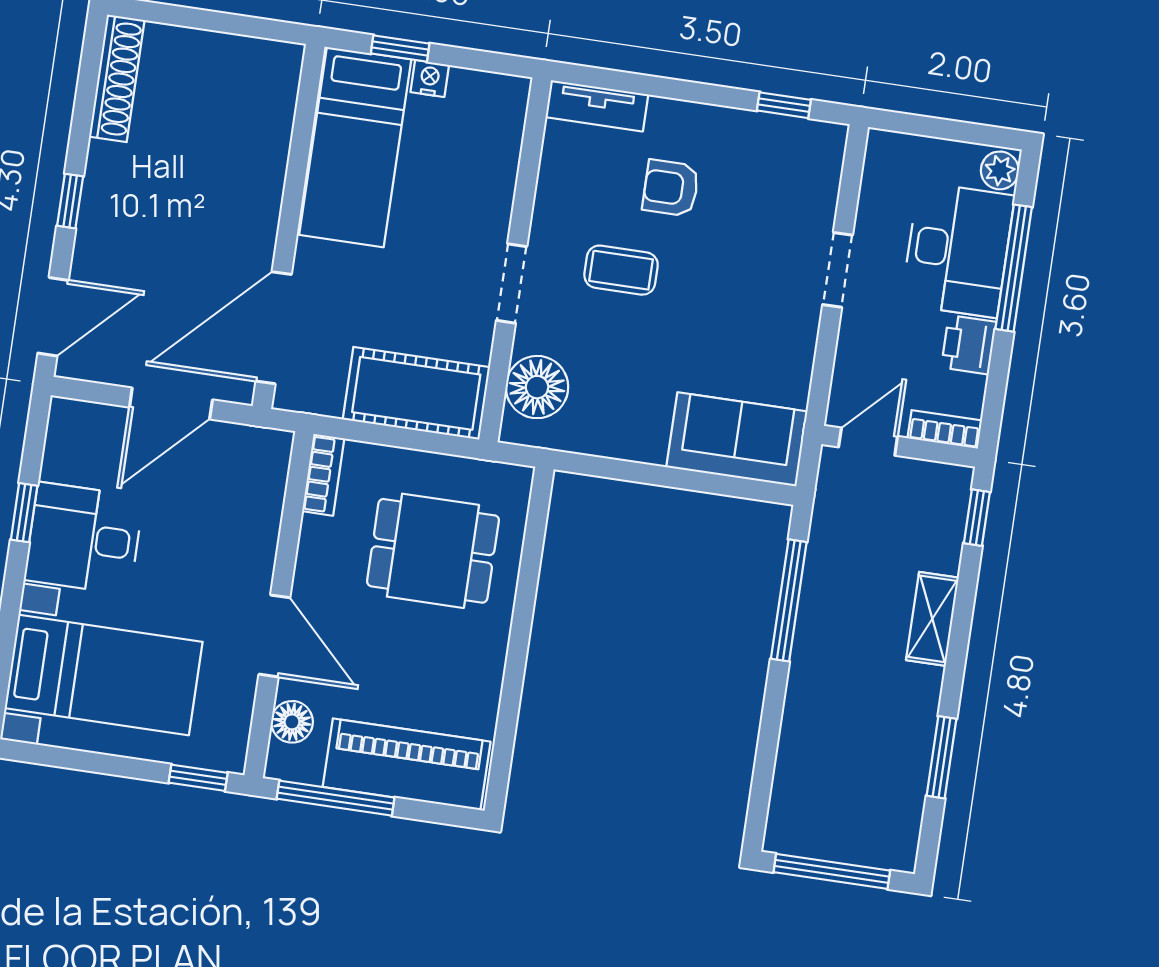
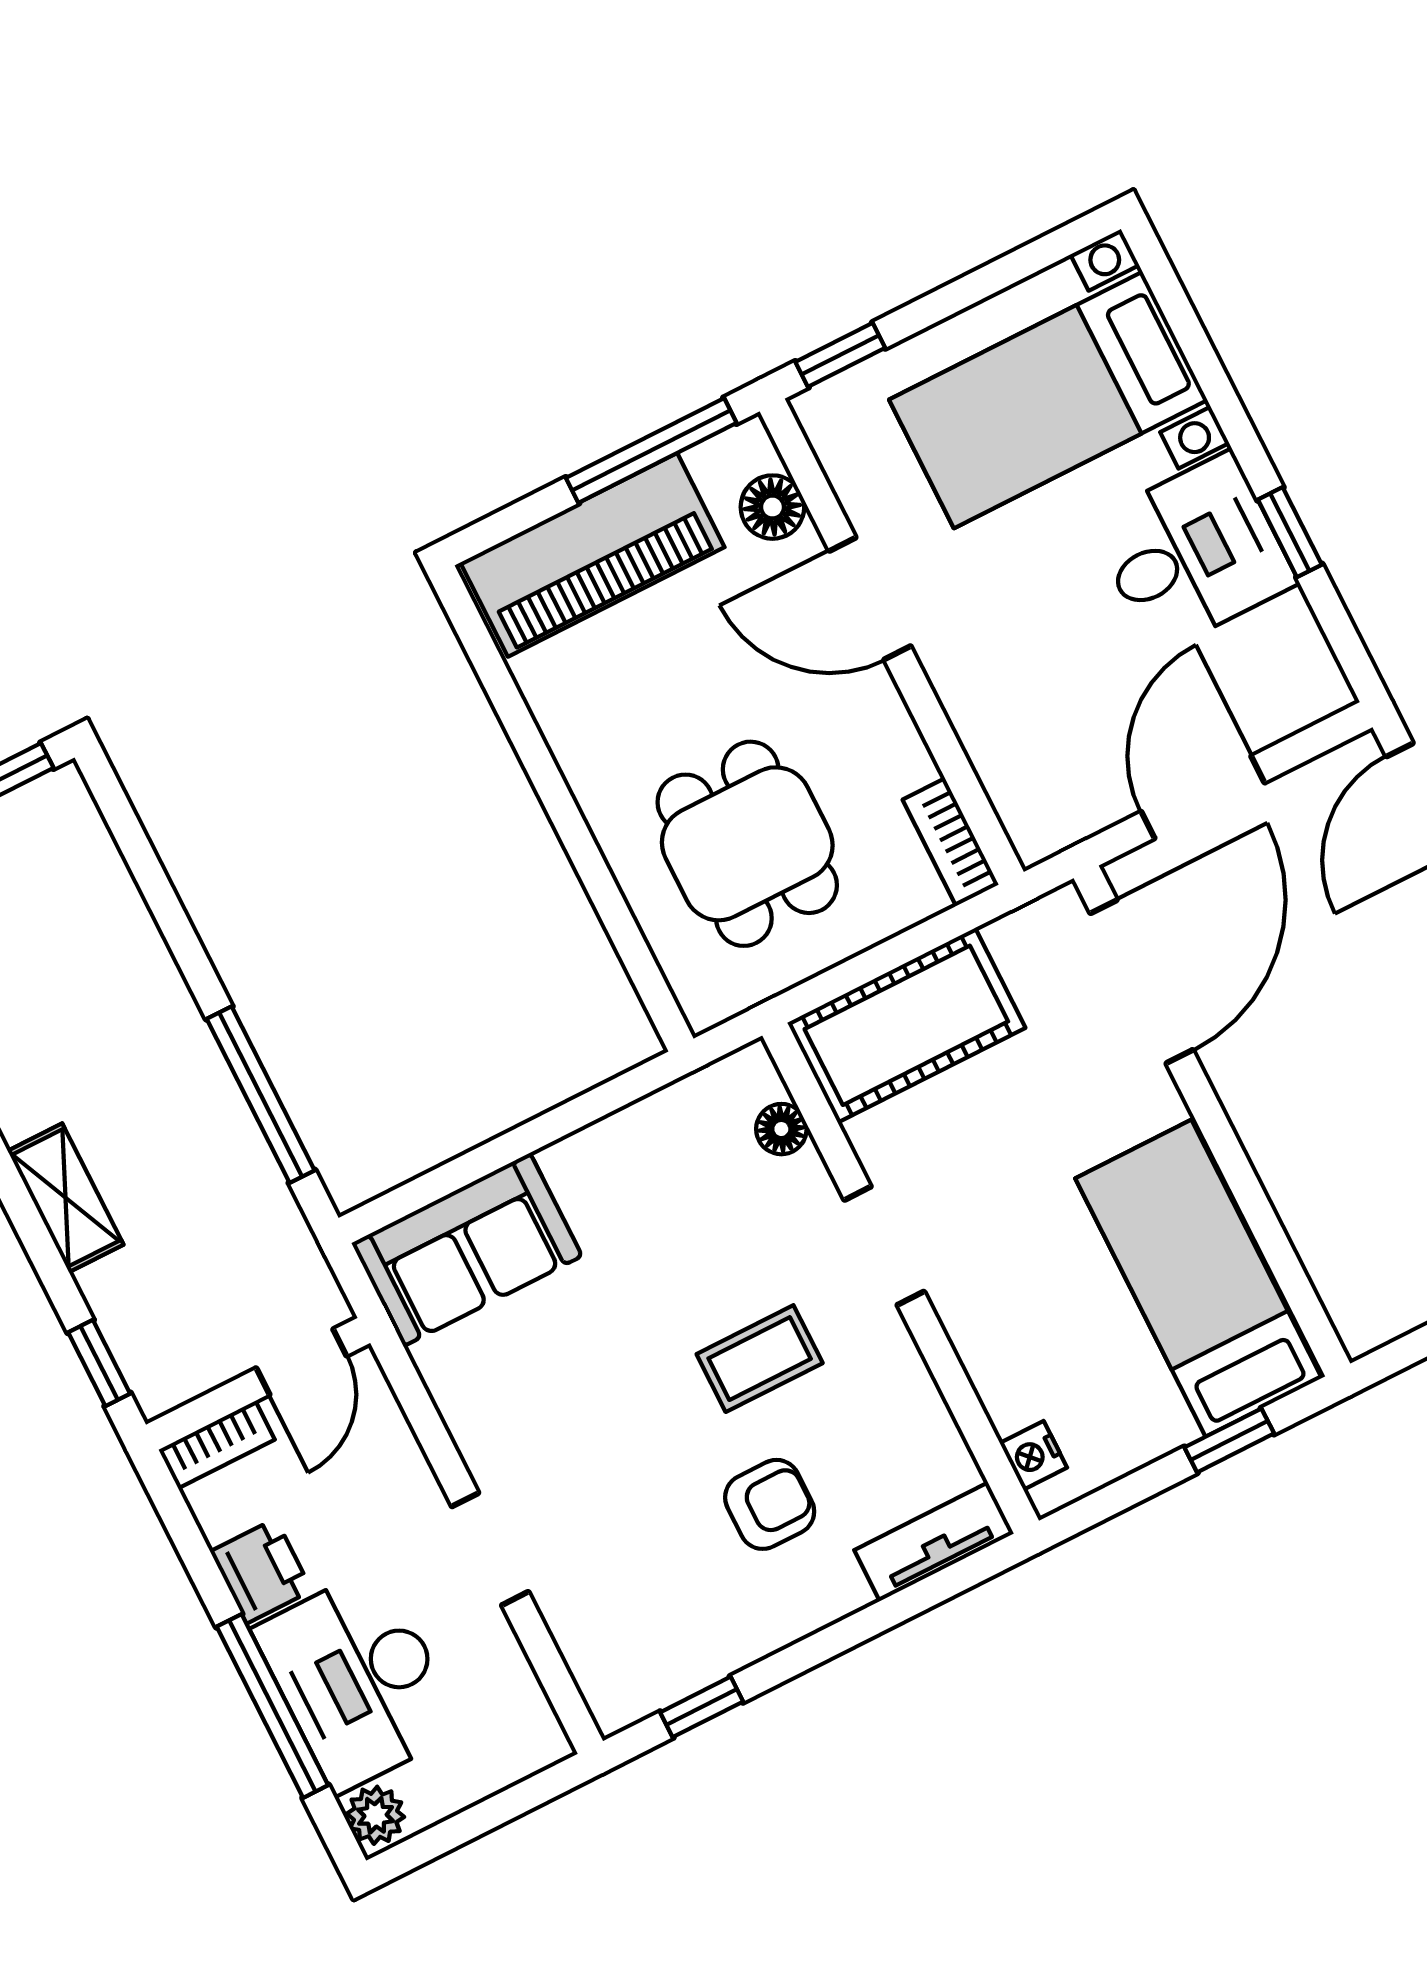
nightstand: (430, 79) -> (1033, 1455), moved, turned 90
floor lamp: (537, 387) -> (781, 1129), width x0.53, depth x0.53
dining table: (433, 551) -> (747, 844), turned 90

